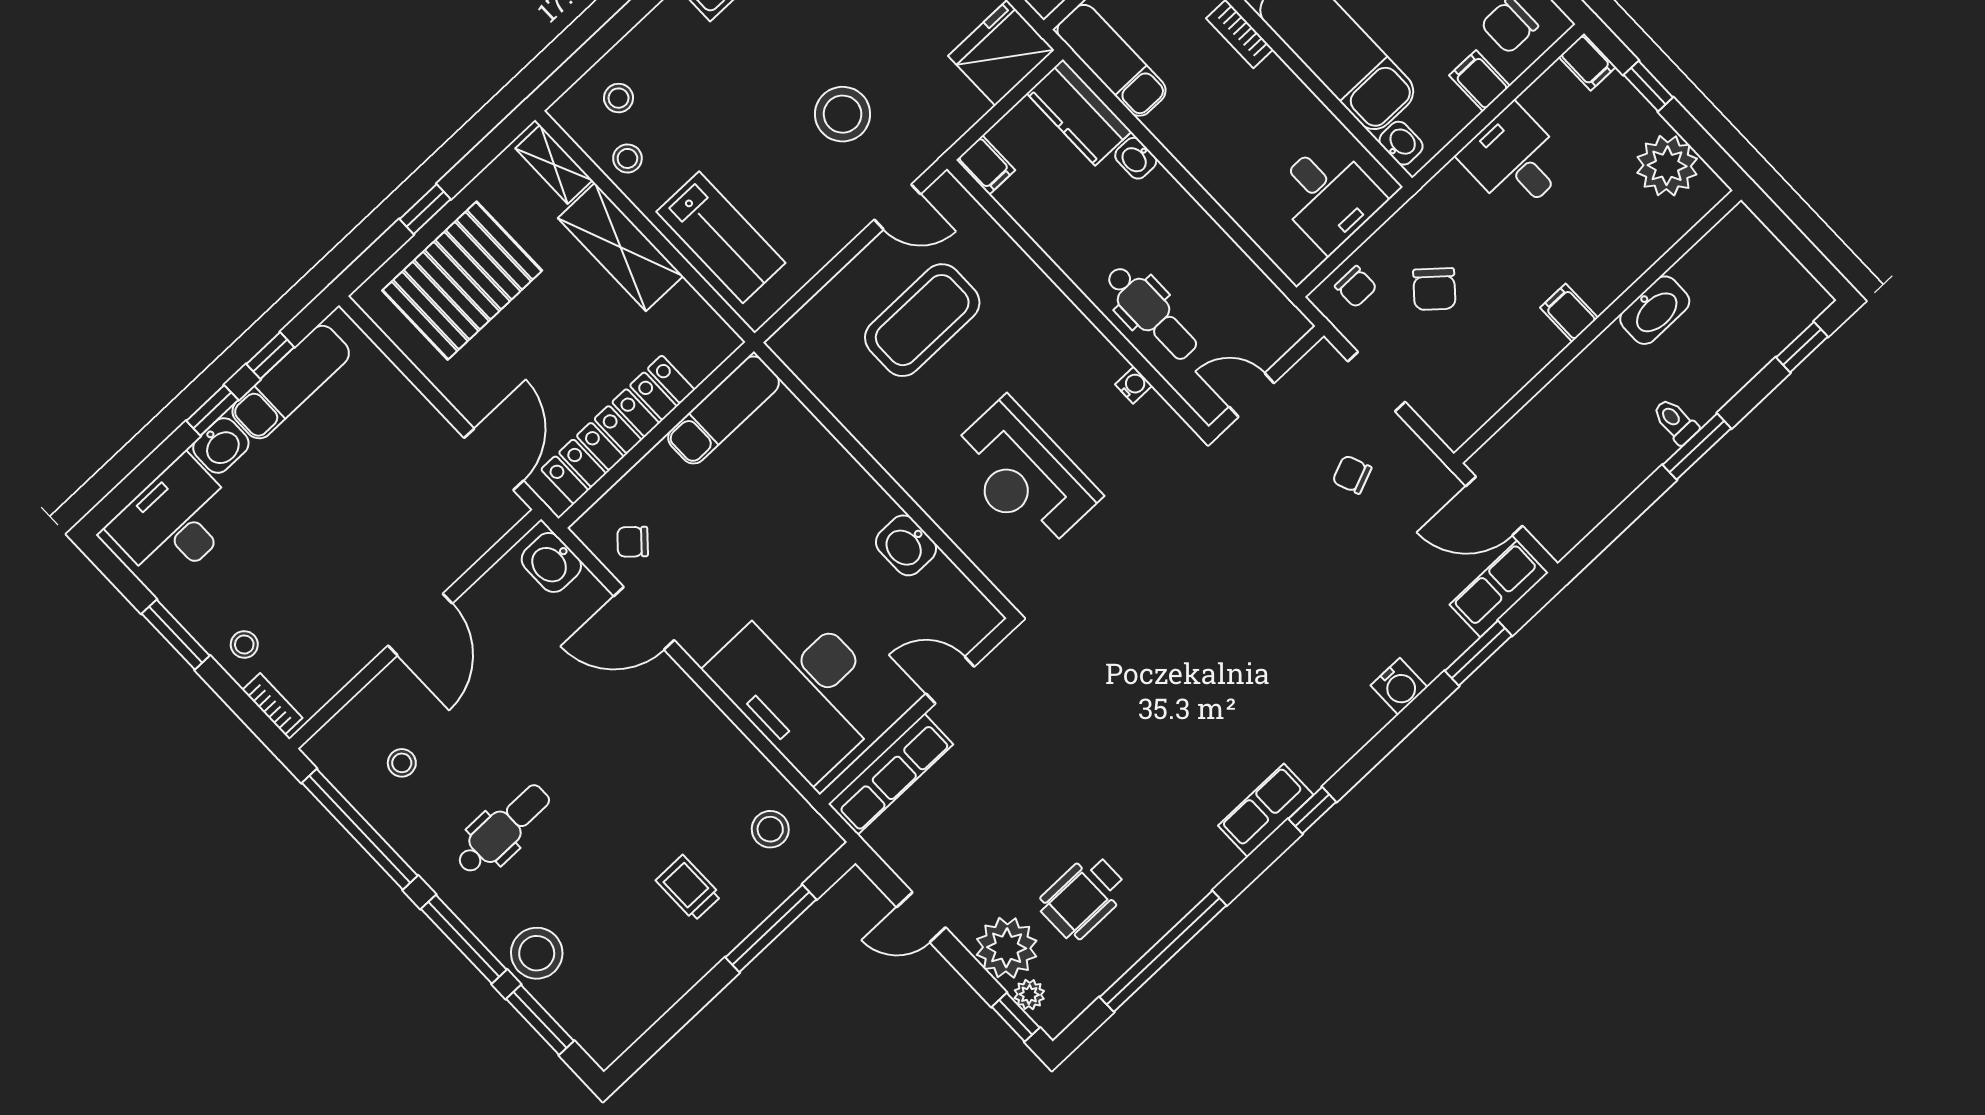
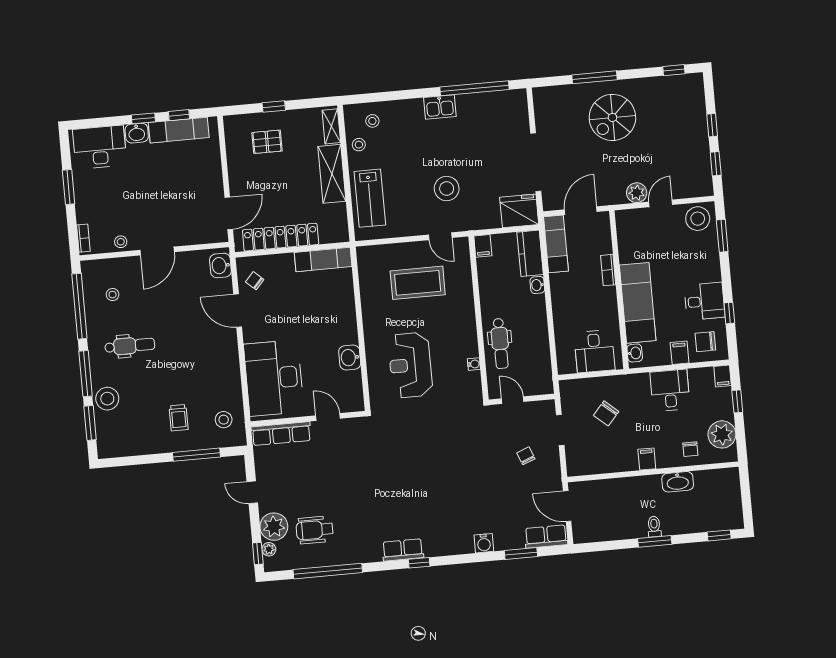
pallet: (462, 281) -> (267, 142), width x0.49, depth x0.50
chair: (1356, 287) -> (690, 449), moved
stool: (244, 644) -> (121, 242), moved
trolley: (689, 888) -> (179, 418), turned 180

